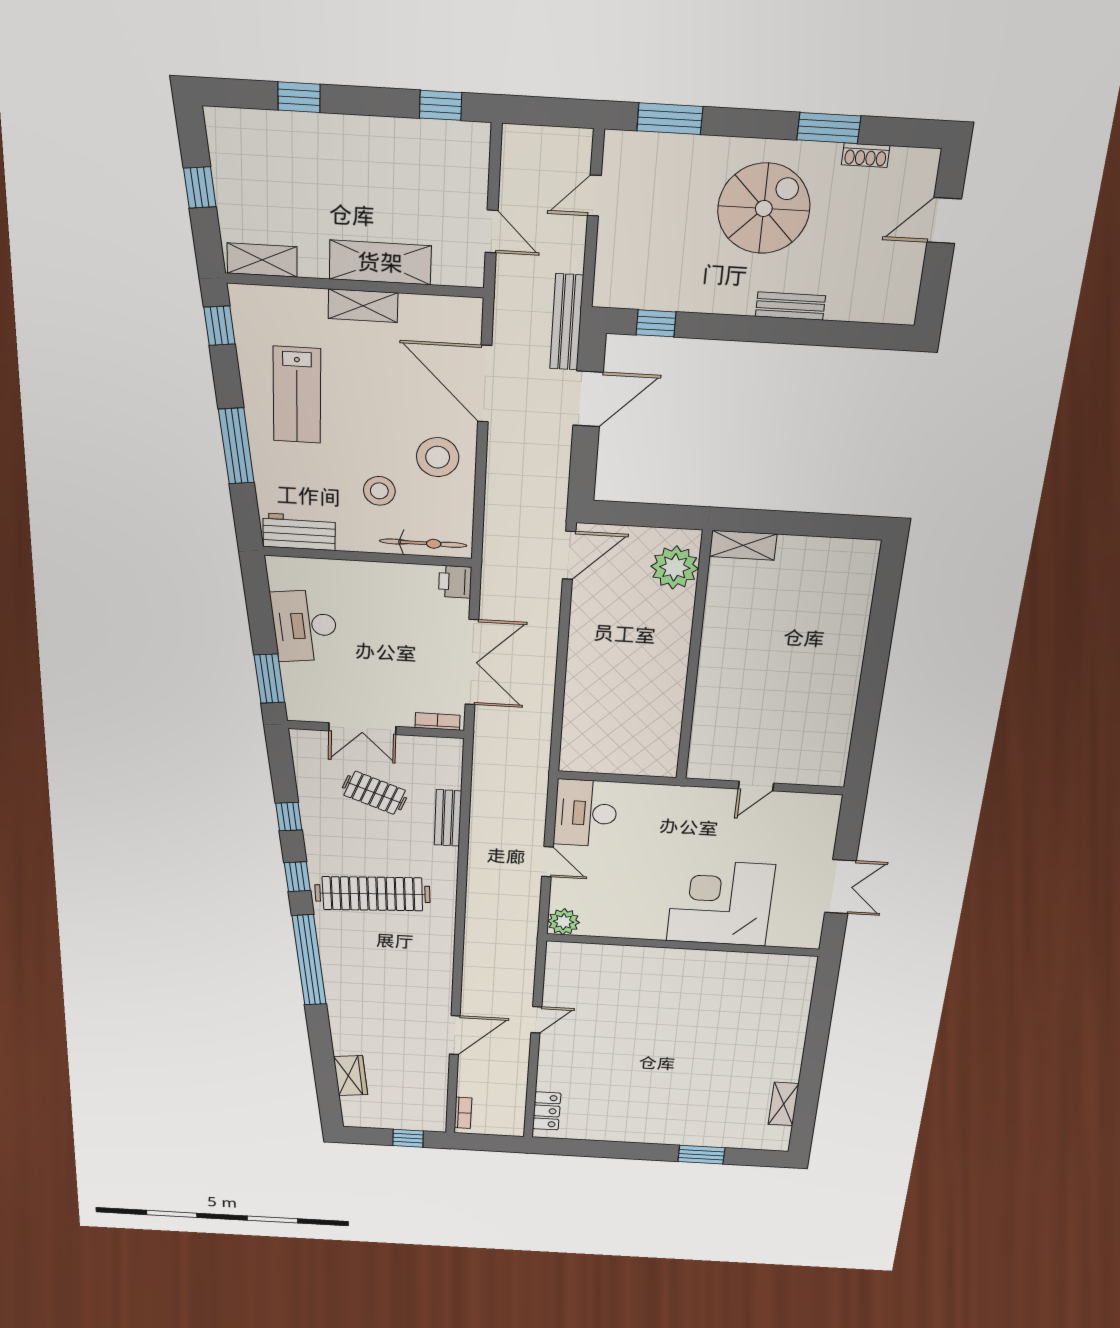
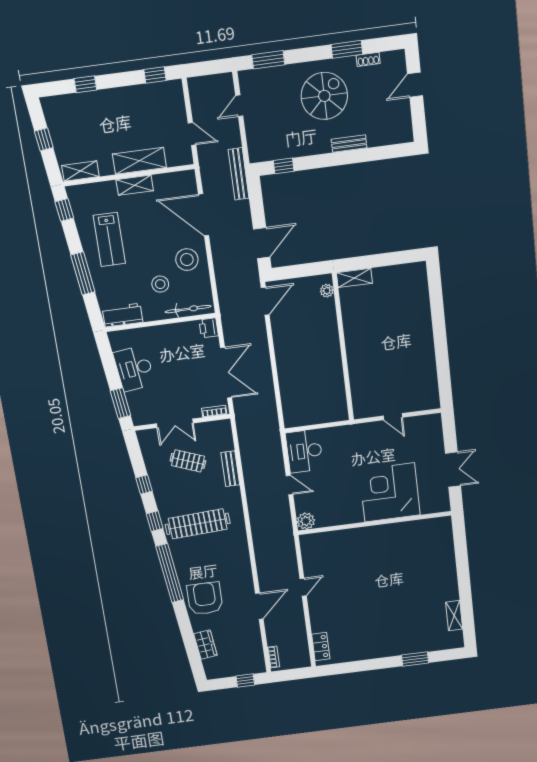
door: (588, 399) -> (262, 243), moved
plant: (675, 567) -> (327, 291), width x0.53, depth x0.53
door: (756, 786) -> (393, 417), hinge flipped
armchair: (363, 1008) -> (205, 598), added

